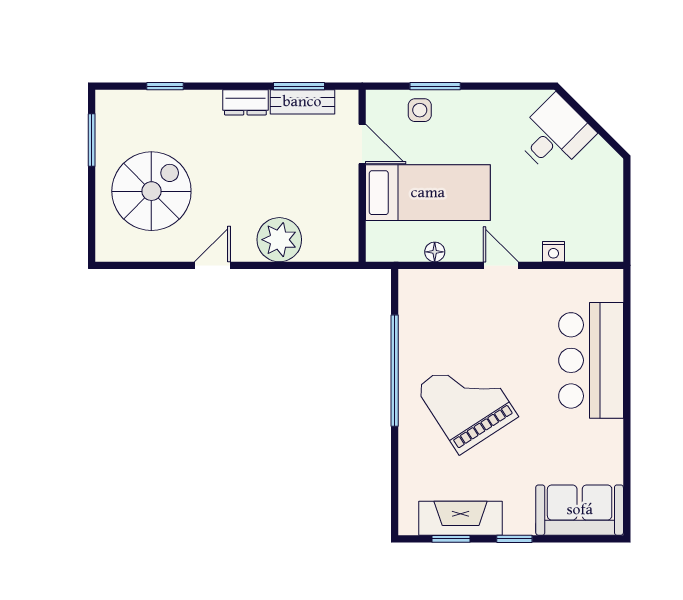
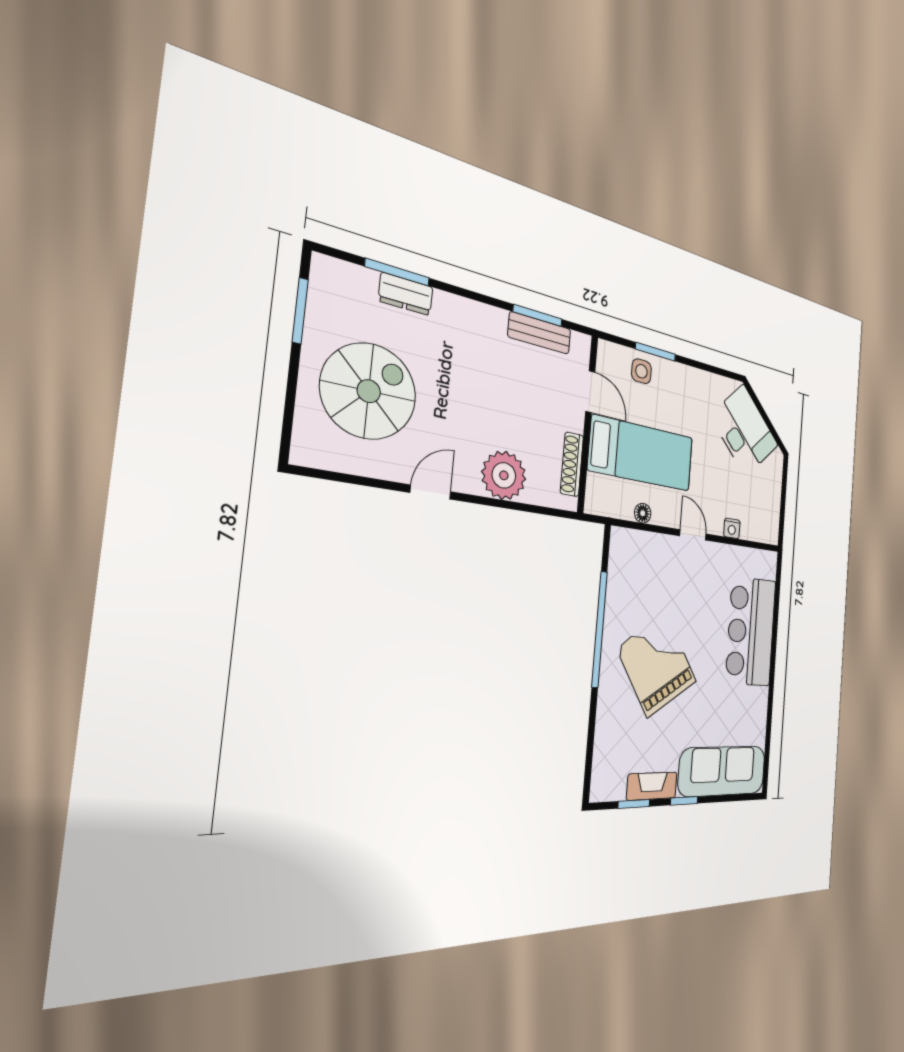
window: (165, 86) -> (397, 272), width x1.50
dresser: (245, 102) -> (406, 294), moved
desk: (554, 135) -> (745, 431), width x1.37
shoe rack: (349, 217) -> (572, 464), added
sofa: (580, 510) -> (723, 771), width x1.36
fireplace: (461, 518) -> (652, 786), width x0.73, depth x0.76

